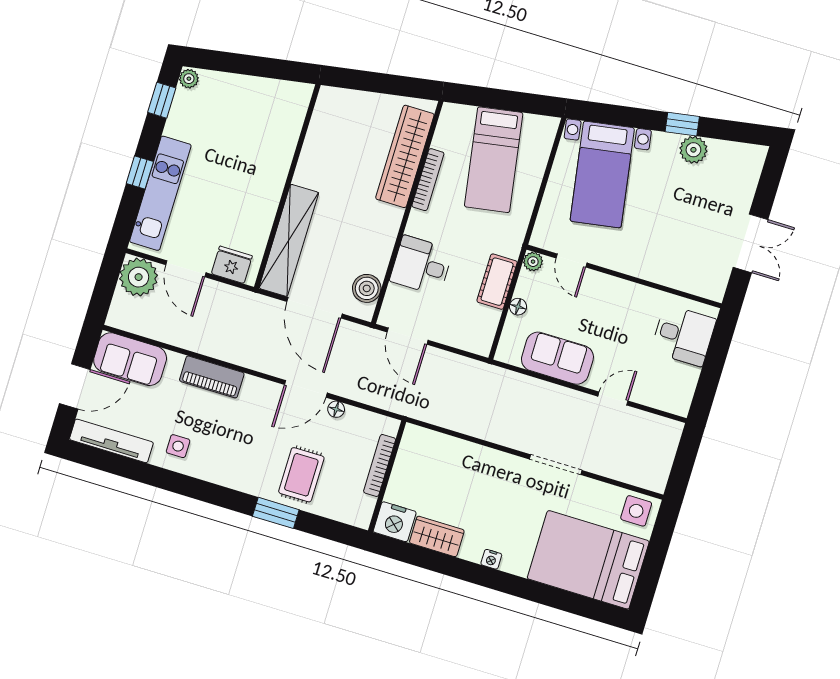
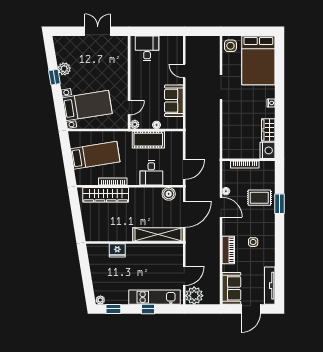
fridge: (232, 265) -> (117, 250), moved, turned -90
cot: (497, 282) -> (148, 140), width x1.37, depth x1.34
door: (75, 386) -> (251, 309), swing flipped
side table: (178, 446) -> (253, 242), moved

